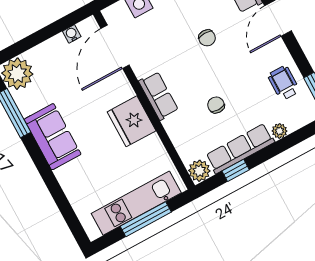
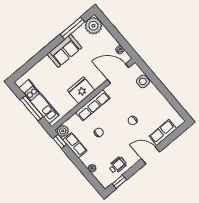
row of seats: (159, 96) -> (93, 105), width x1.48
row of seats: (240, 149) -> (75, 145), width x0.68
window: (236, 170) -> (60, 141), moved

